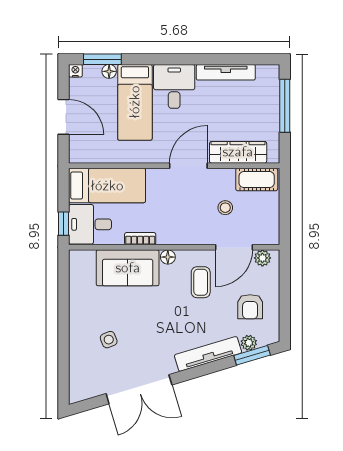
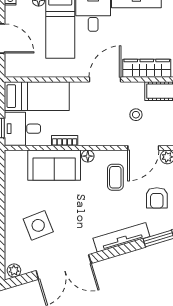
side table: (109, 340) -> (38, 225), width x1.87, depth x1.87
plant: (249, 343) -> (14, 270), moved

